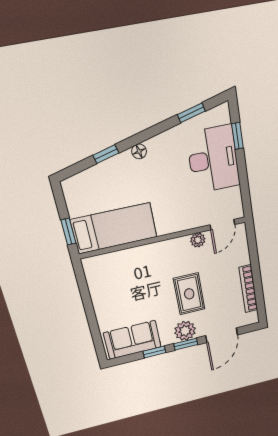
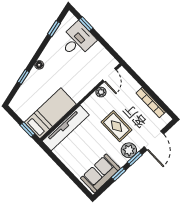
desk: (213, 159) -> (77, 40), width x0.73
tv unit: (123, 260) -> (66, 128), added

